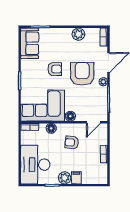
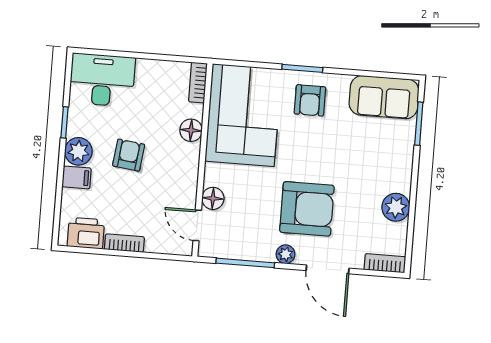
armchair: (55, 69) -> (310, 100), moved
floor lamp: (70, 116) -> (213, 198), moved
armchair: (72, 143) -> (129, 155), moved
desk: (35, 165) -> (102, 80), width x0.73, depth x0.77
printer: (101, 172) -> (86, 233), added

